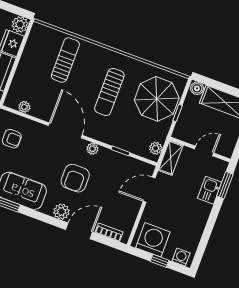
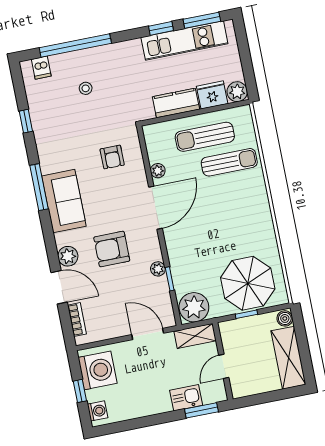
sun lounger: (109, 92) -> (205, 137), moved
plant: (24, 107) -> (158, 171), moved
plant: (156, 148) -> (194, 307), width x1.88, depth x1.88
plant: (92, 149) -> (158, 269), moved
door: (204, 151) -> (224, 366), swing flipped

